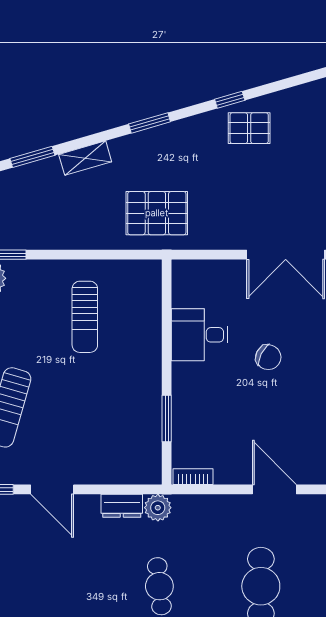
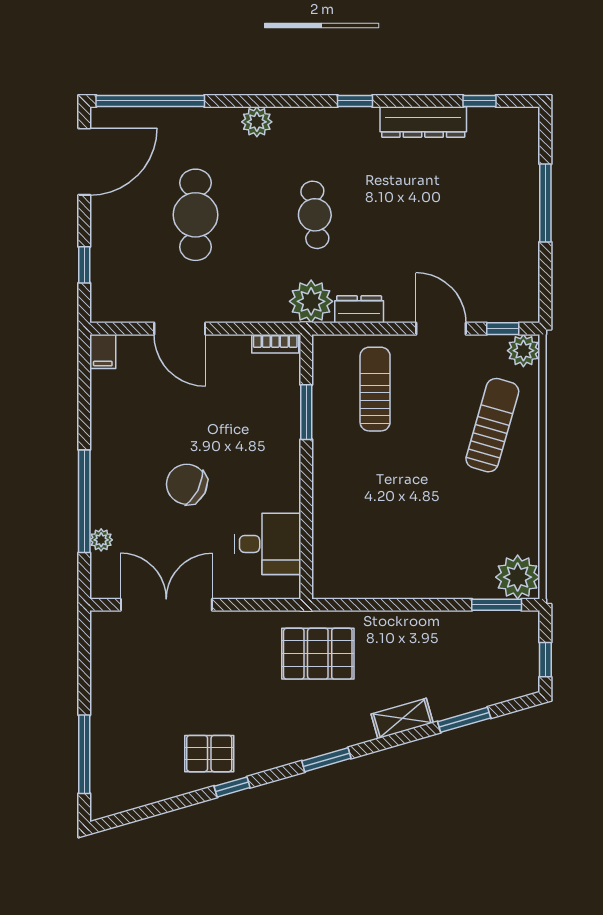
sun lounger: (85, 317) -> (375, 389), moved
desk: (200, 335) -> (267, 544), moved
chair: (268, 357) -> (187, 484), width x1.37, depth x1.37
plant: (158, 508) -> (311, 301), width x1.36, depth x1.36

